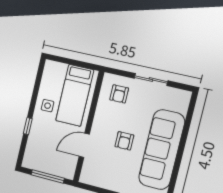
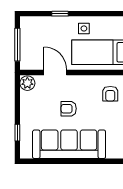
armchair: (119, 94) -> (110, 94), turned -90
plant: (88, 176) -> (27, 83), added

